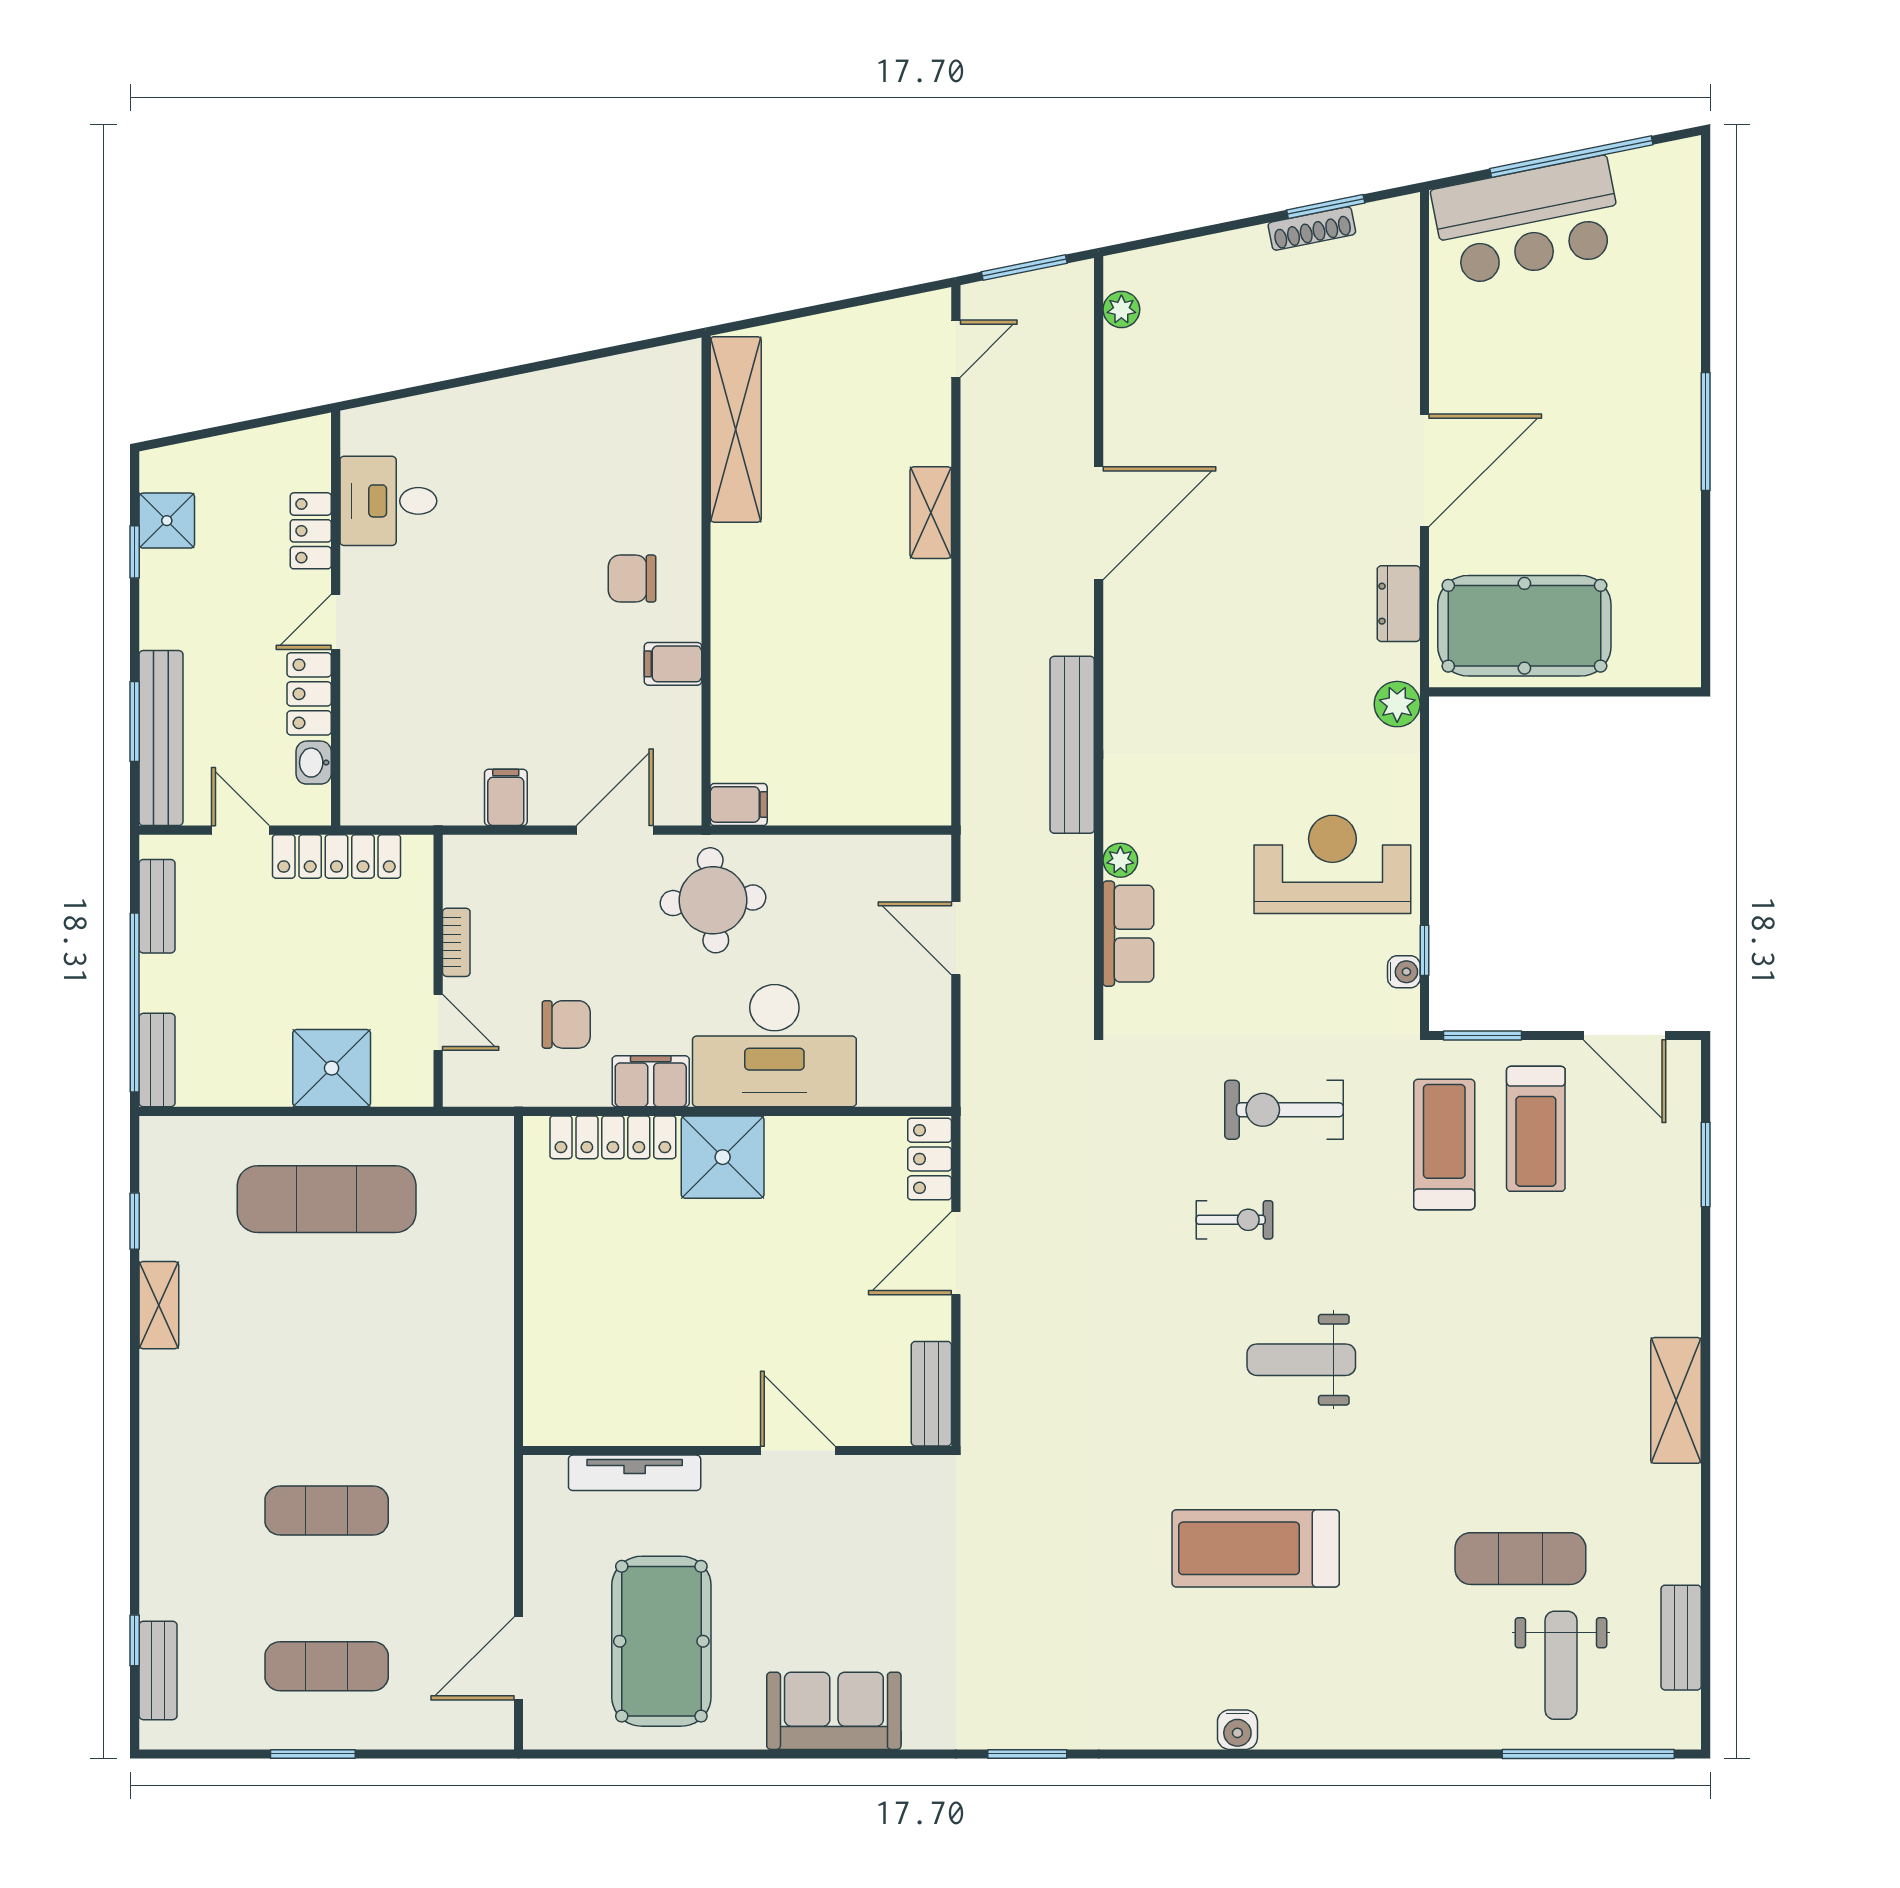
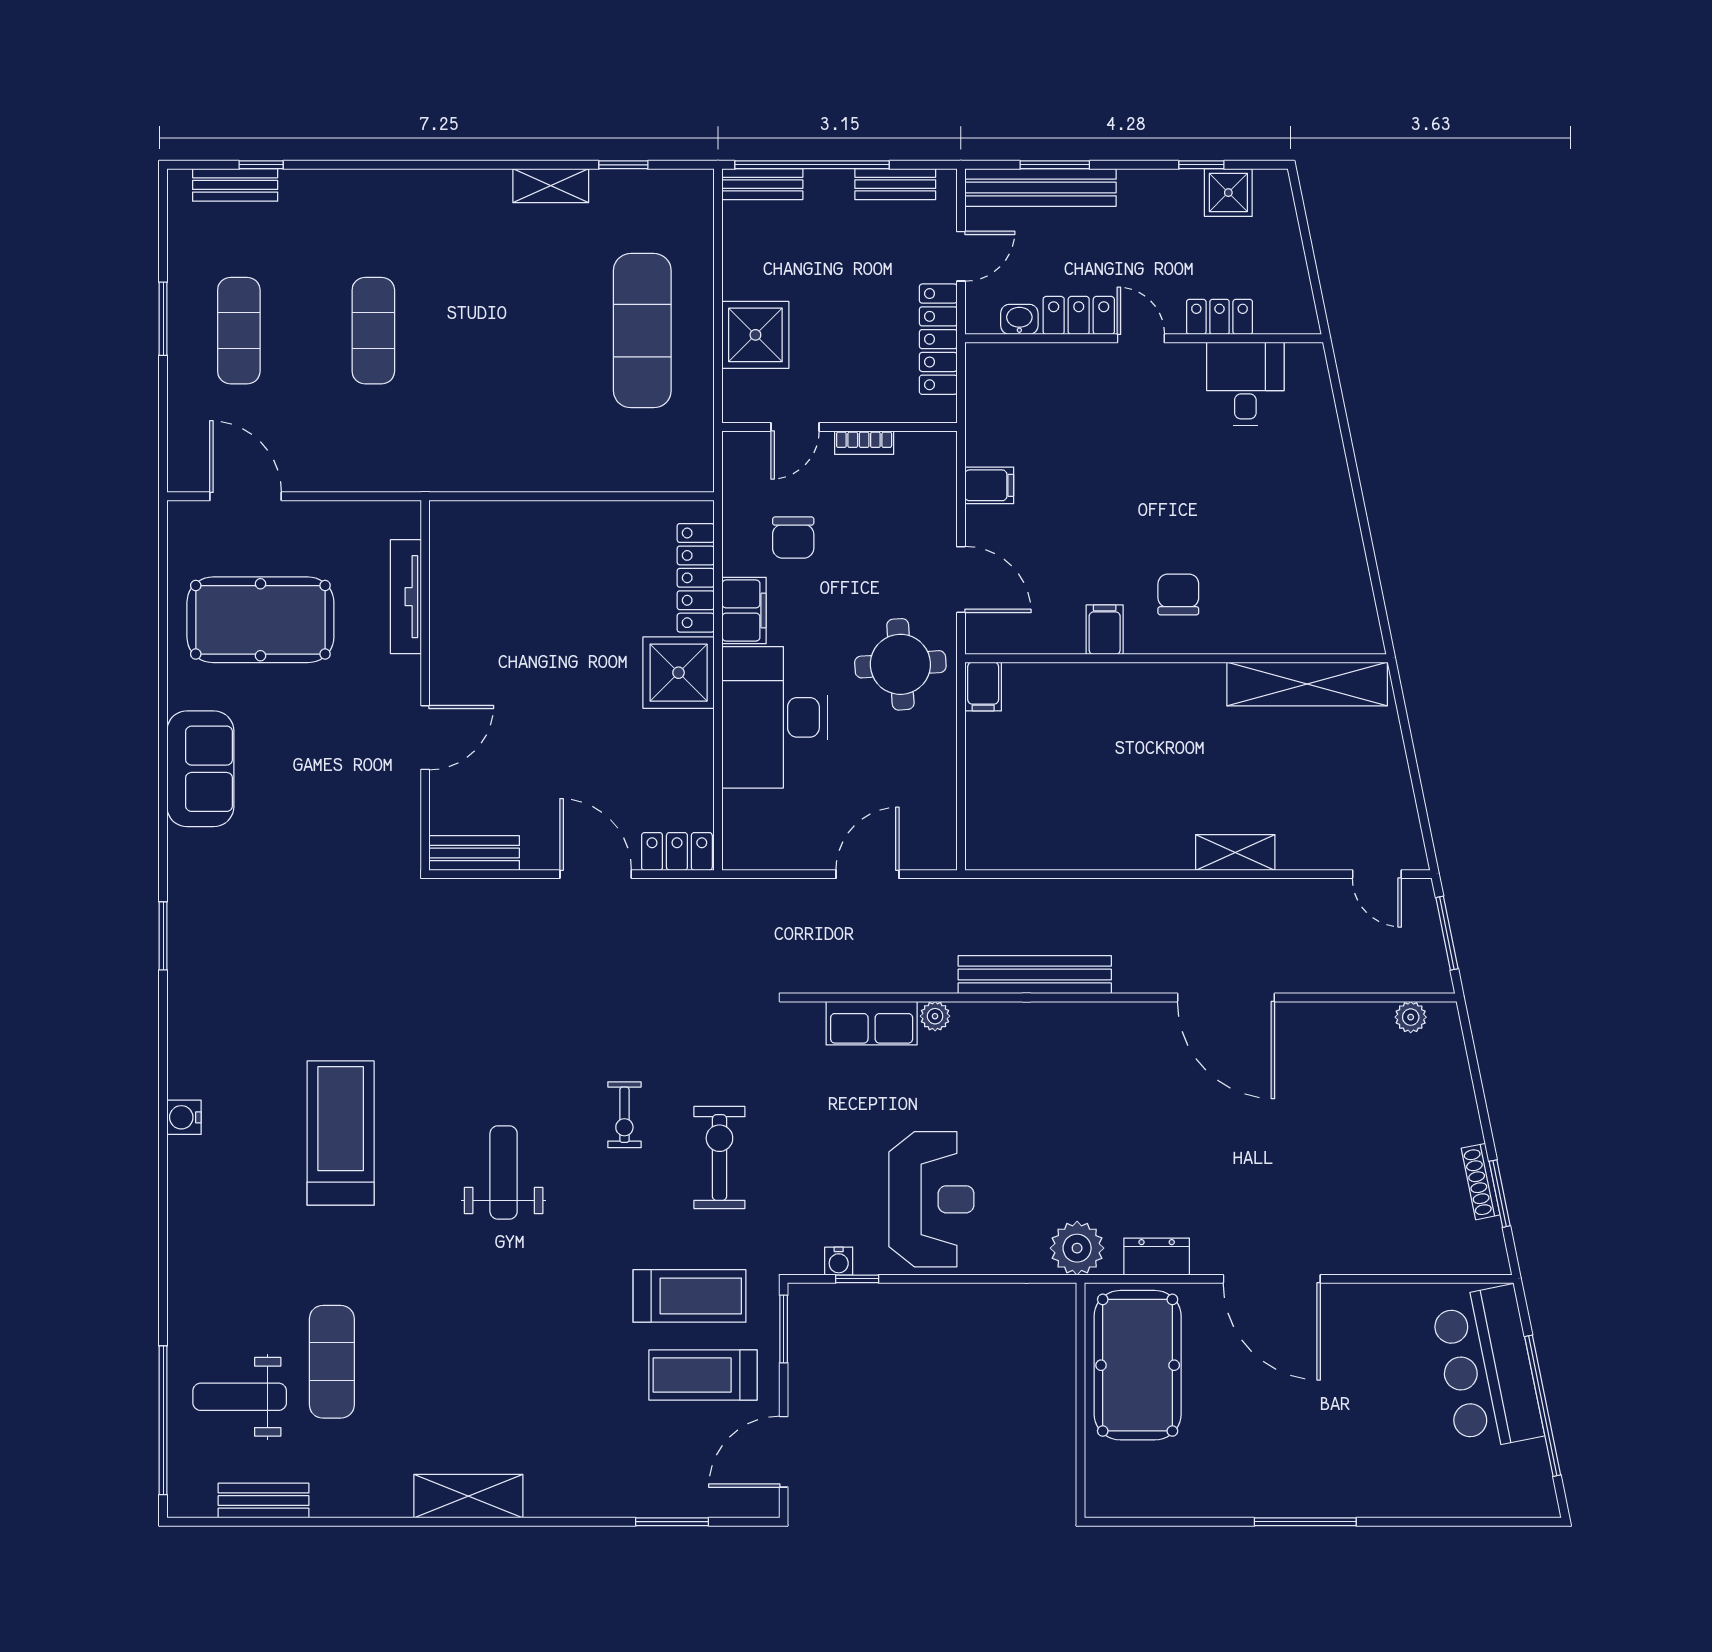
plant: (1397, 704) -> (1077, 1248), width x1.36, depth x1.36

